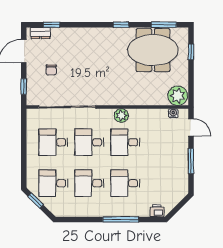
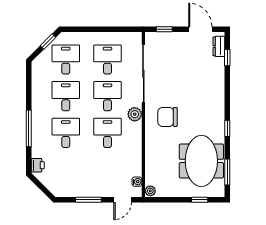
chair: (51, 70) -> (168, 117), moved, width x1.87, depth x1.87
plant: (178, 96) -> (150, 191), width x0.53, depth x0.53
plant: (121, 116) -> (135, 114), moved

